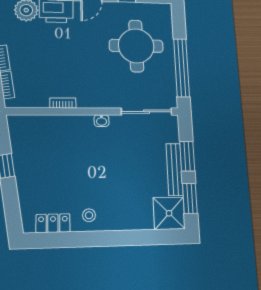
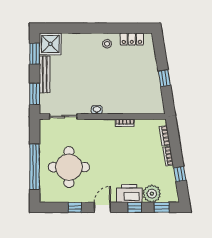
window: (182, 68) -> (35, 167), moved
sliding door: (147, 112) -> (63, 117), width x0.73
window: (187, 156) -> (35, 94), moved

